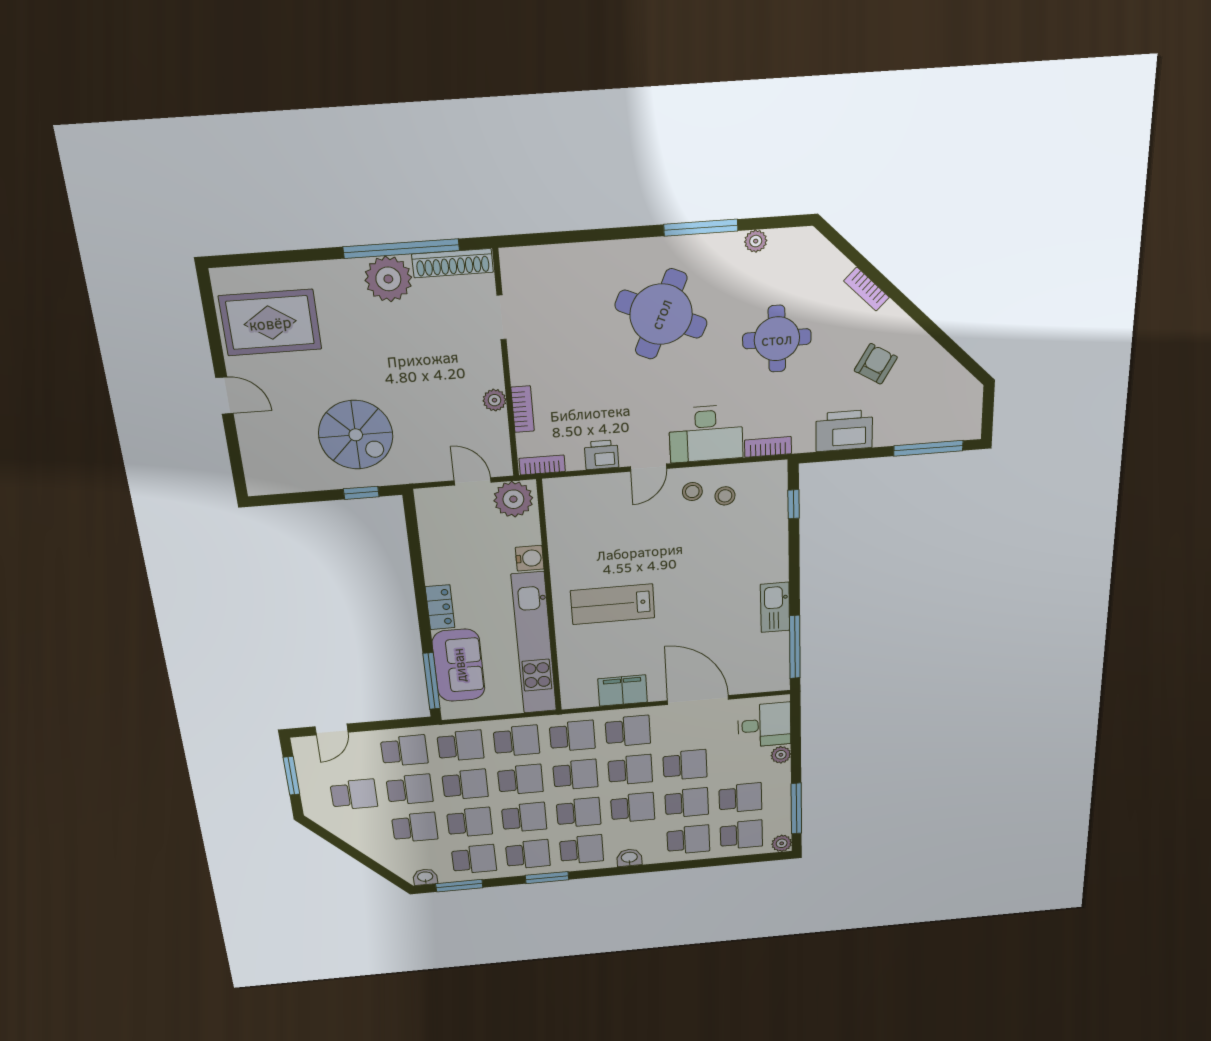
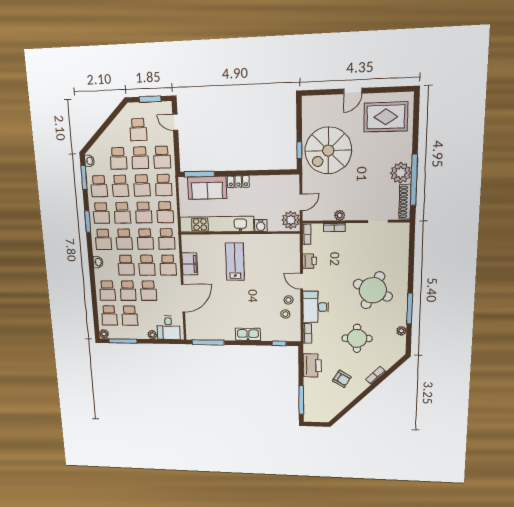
rug: (270, 323) -> (386, 117), turned 90
spiral stairs: (356, 435) -> (328, 150), width x1.37, depth x1.37
kitchen sink: (775, 607) -> (248, 334), moved

